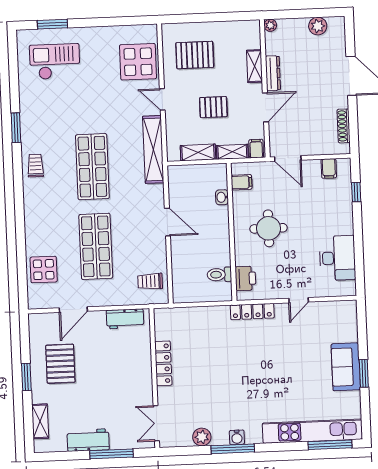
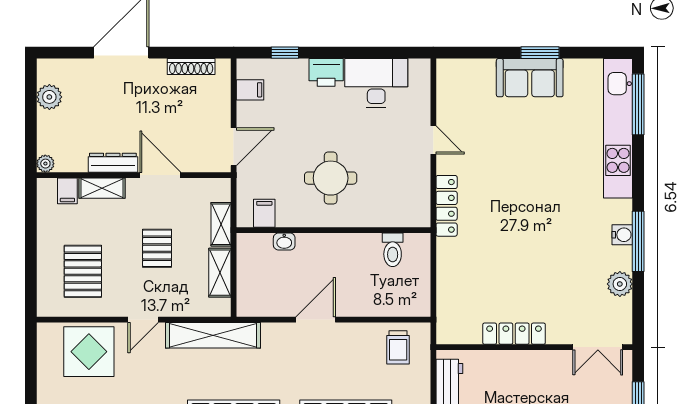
filing cabinet: (256, 149) -> (67, 191), moved, turned -90
printer: (245, 278) -> (326, 72), moved, turned 180

